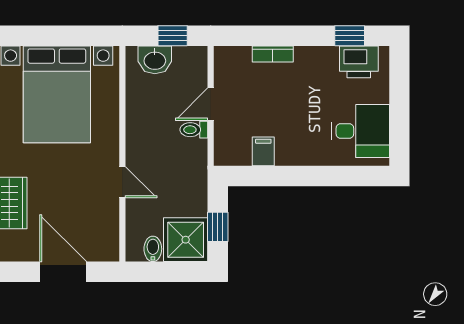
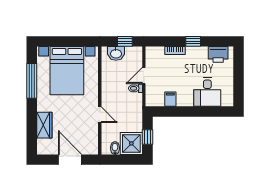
window: (350, 36) -> (193, 41), moved
desk: (360, 131) -> (207, 92), moved, turned 90

